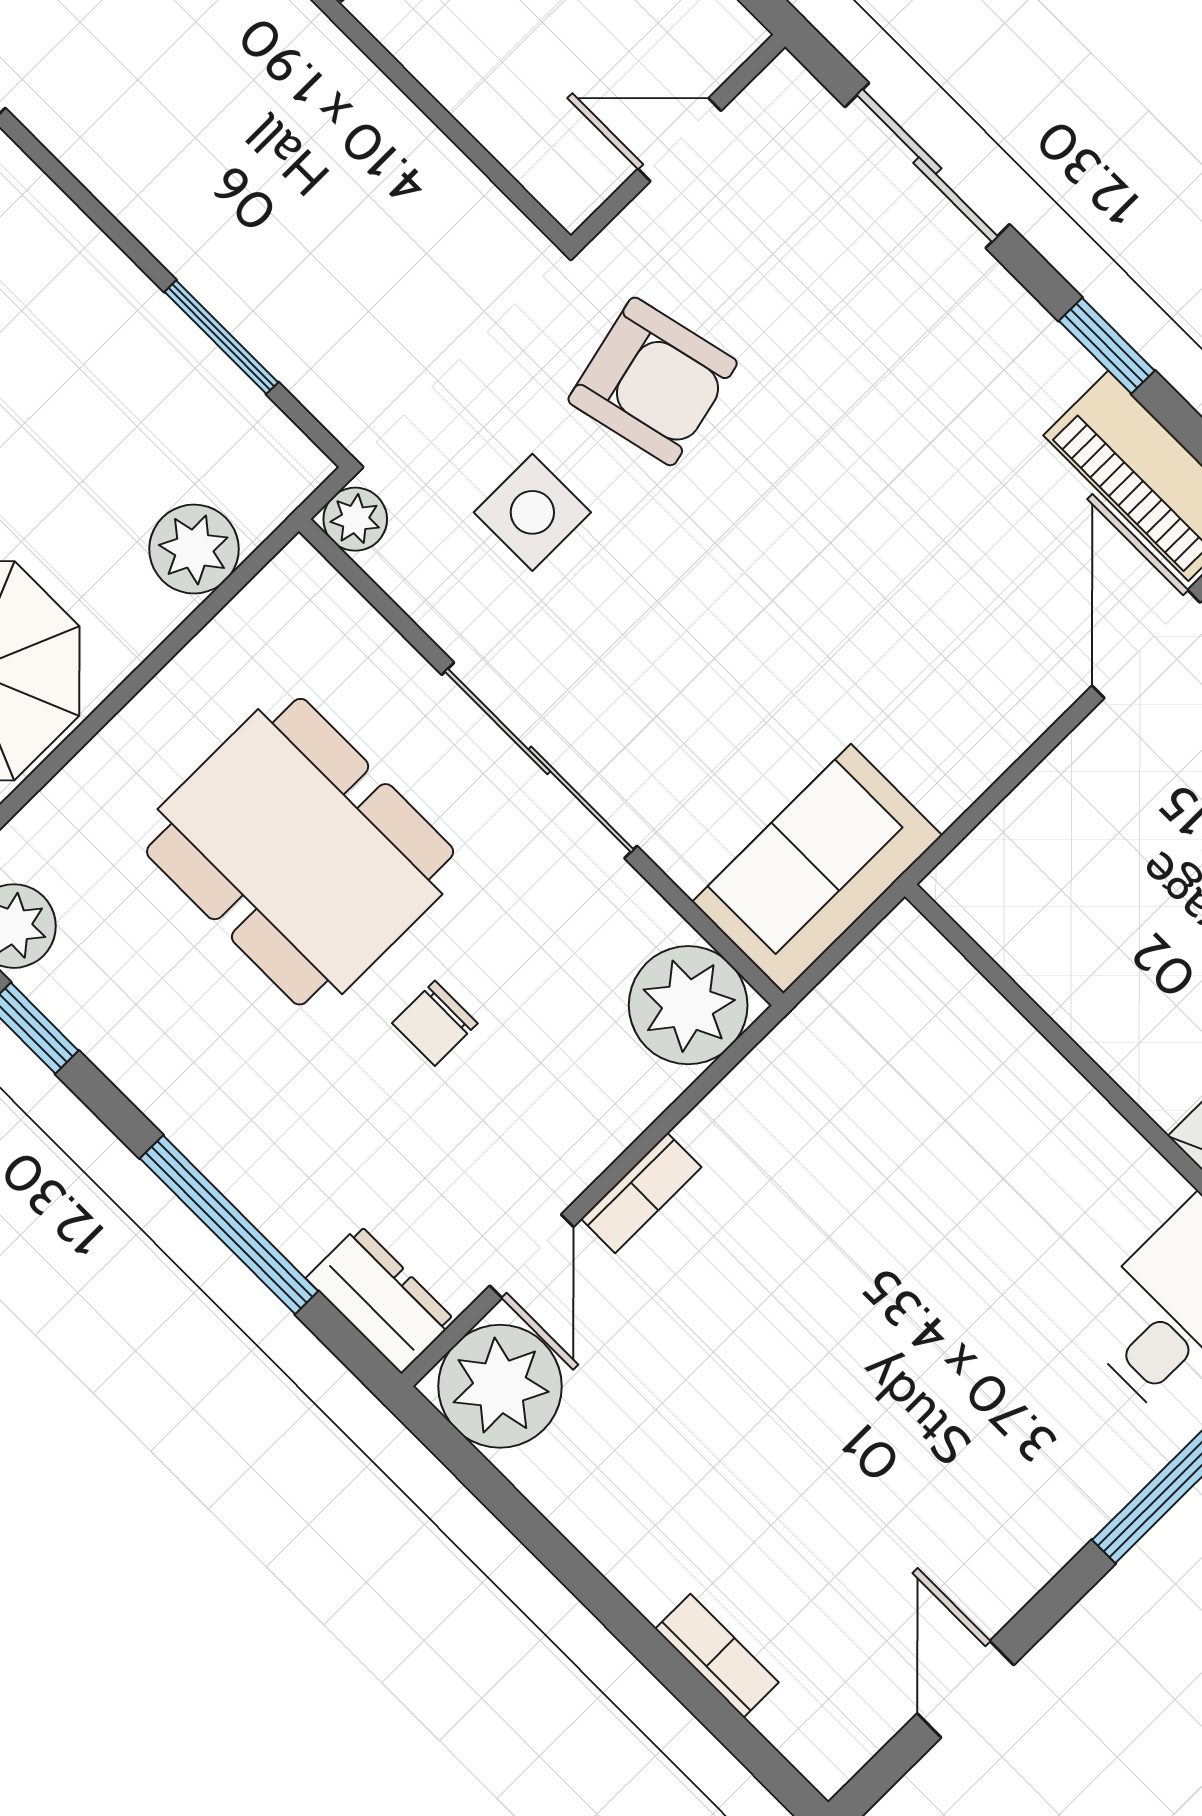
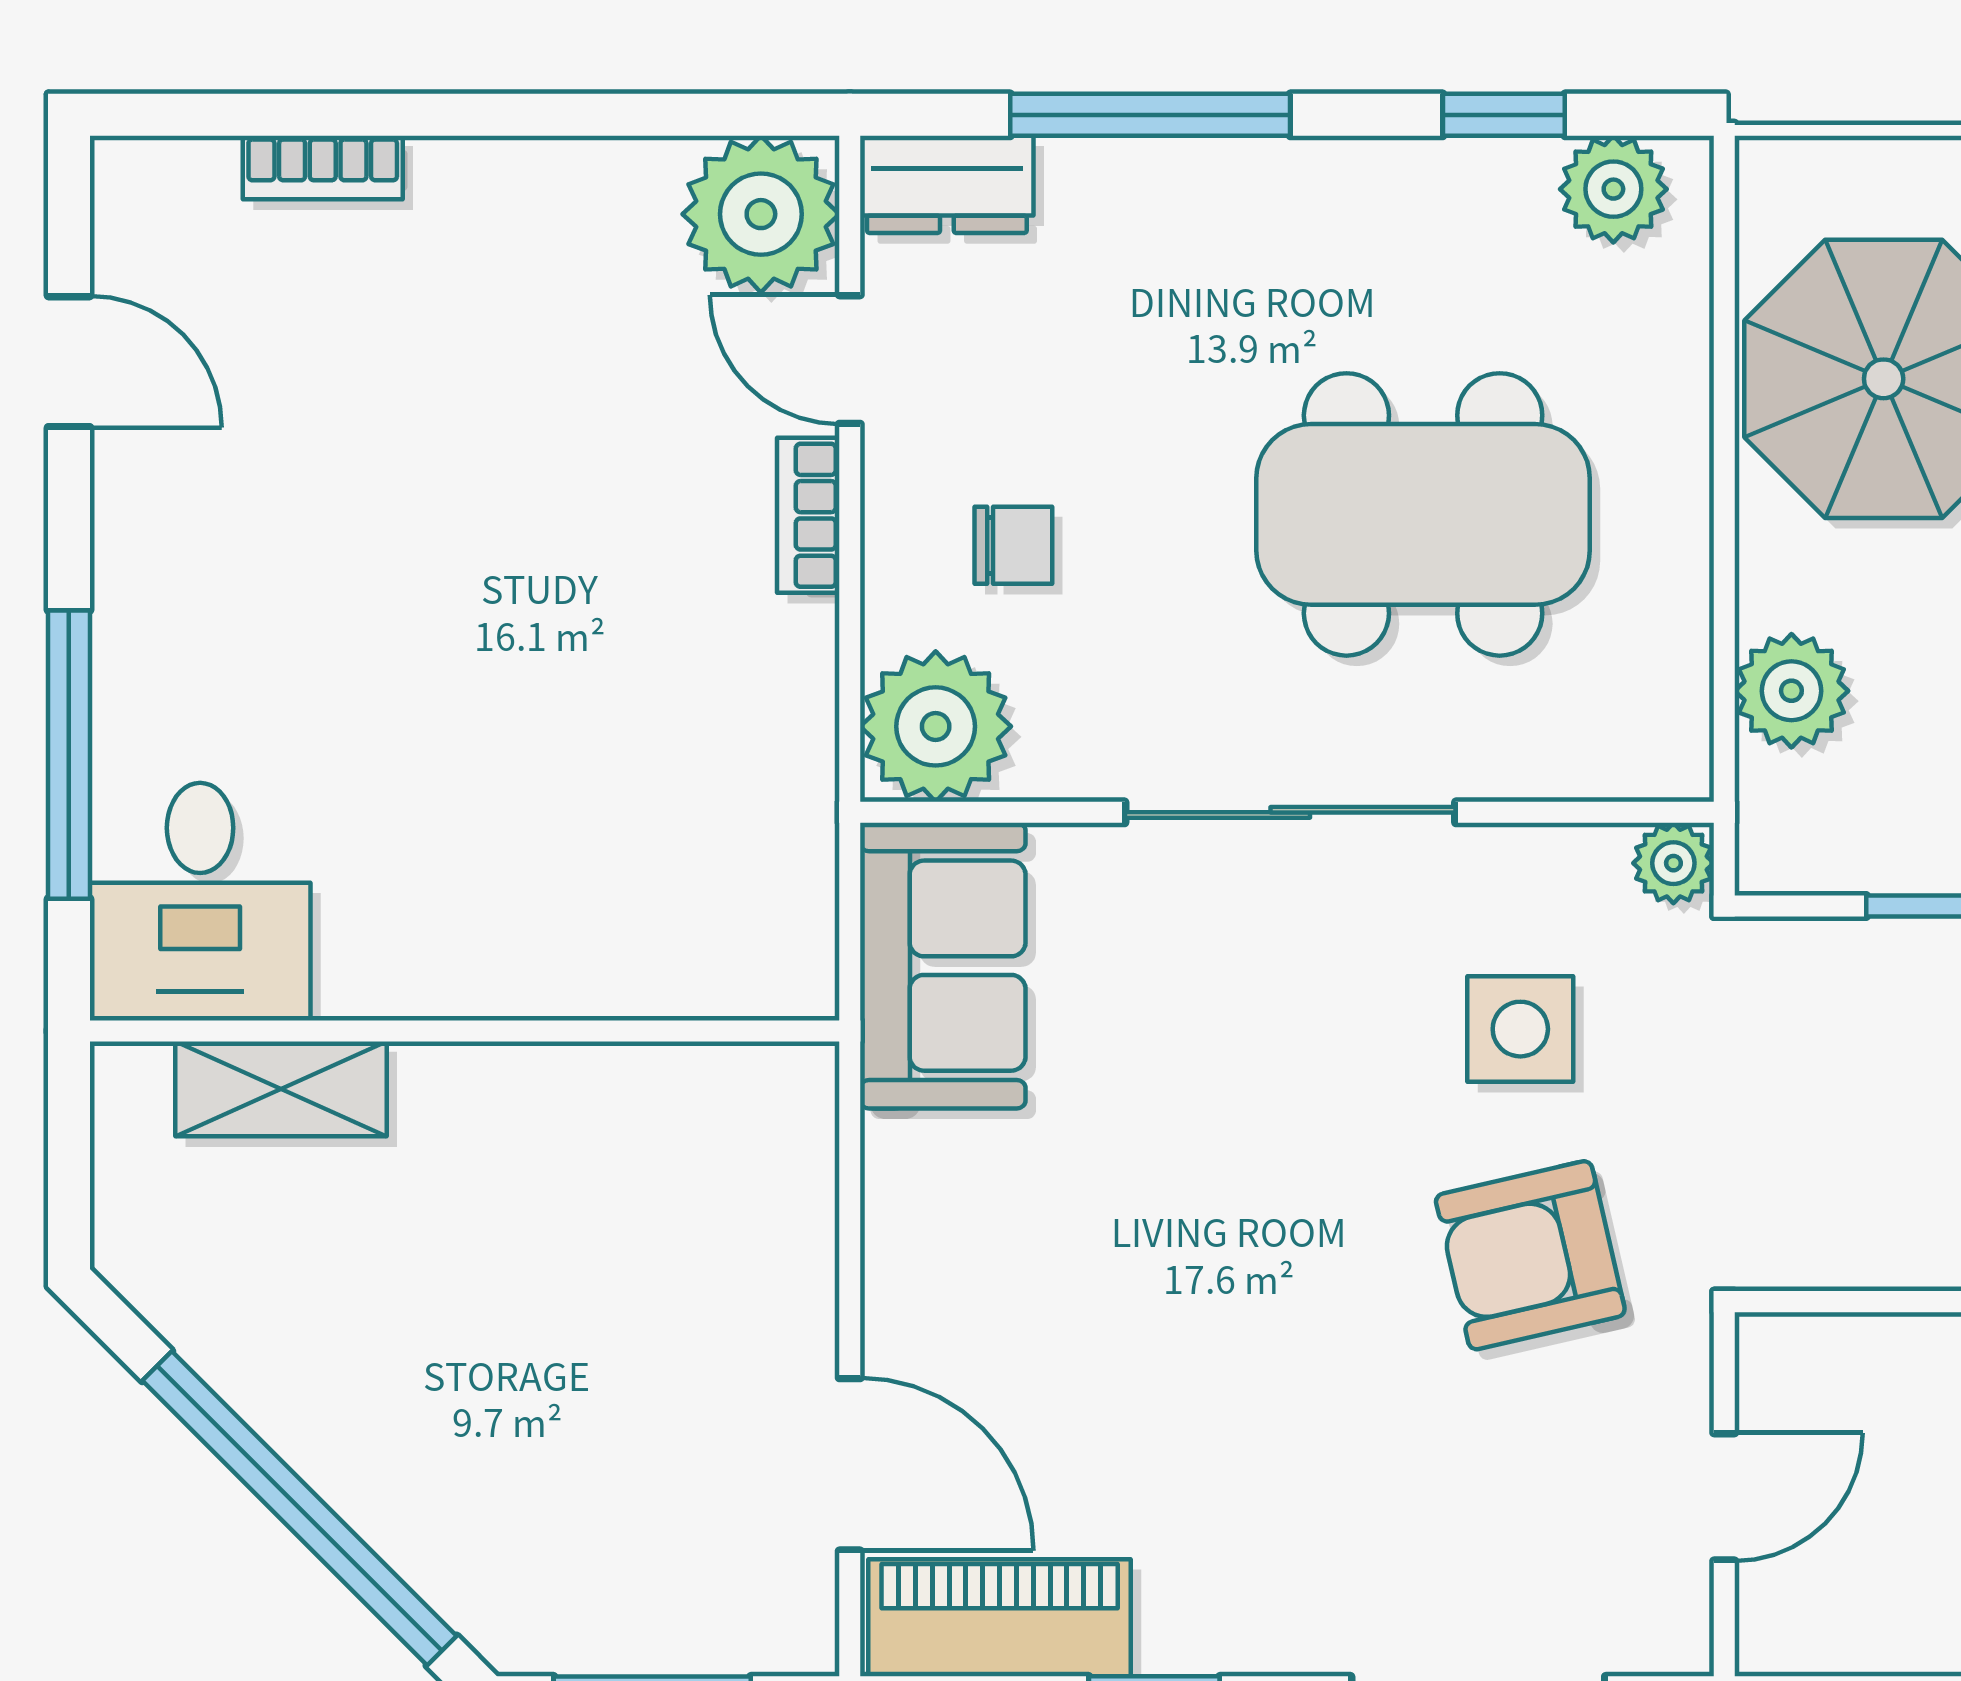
chair: (435, 1023) -> (1013, 545), moved, turned 90

